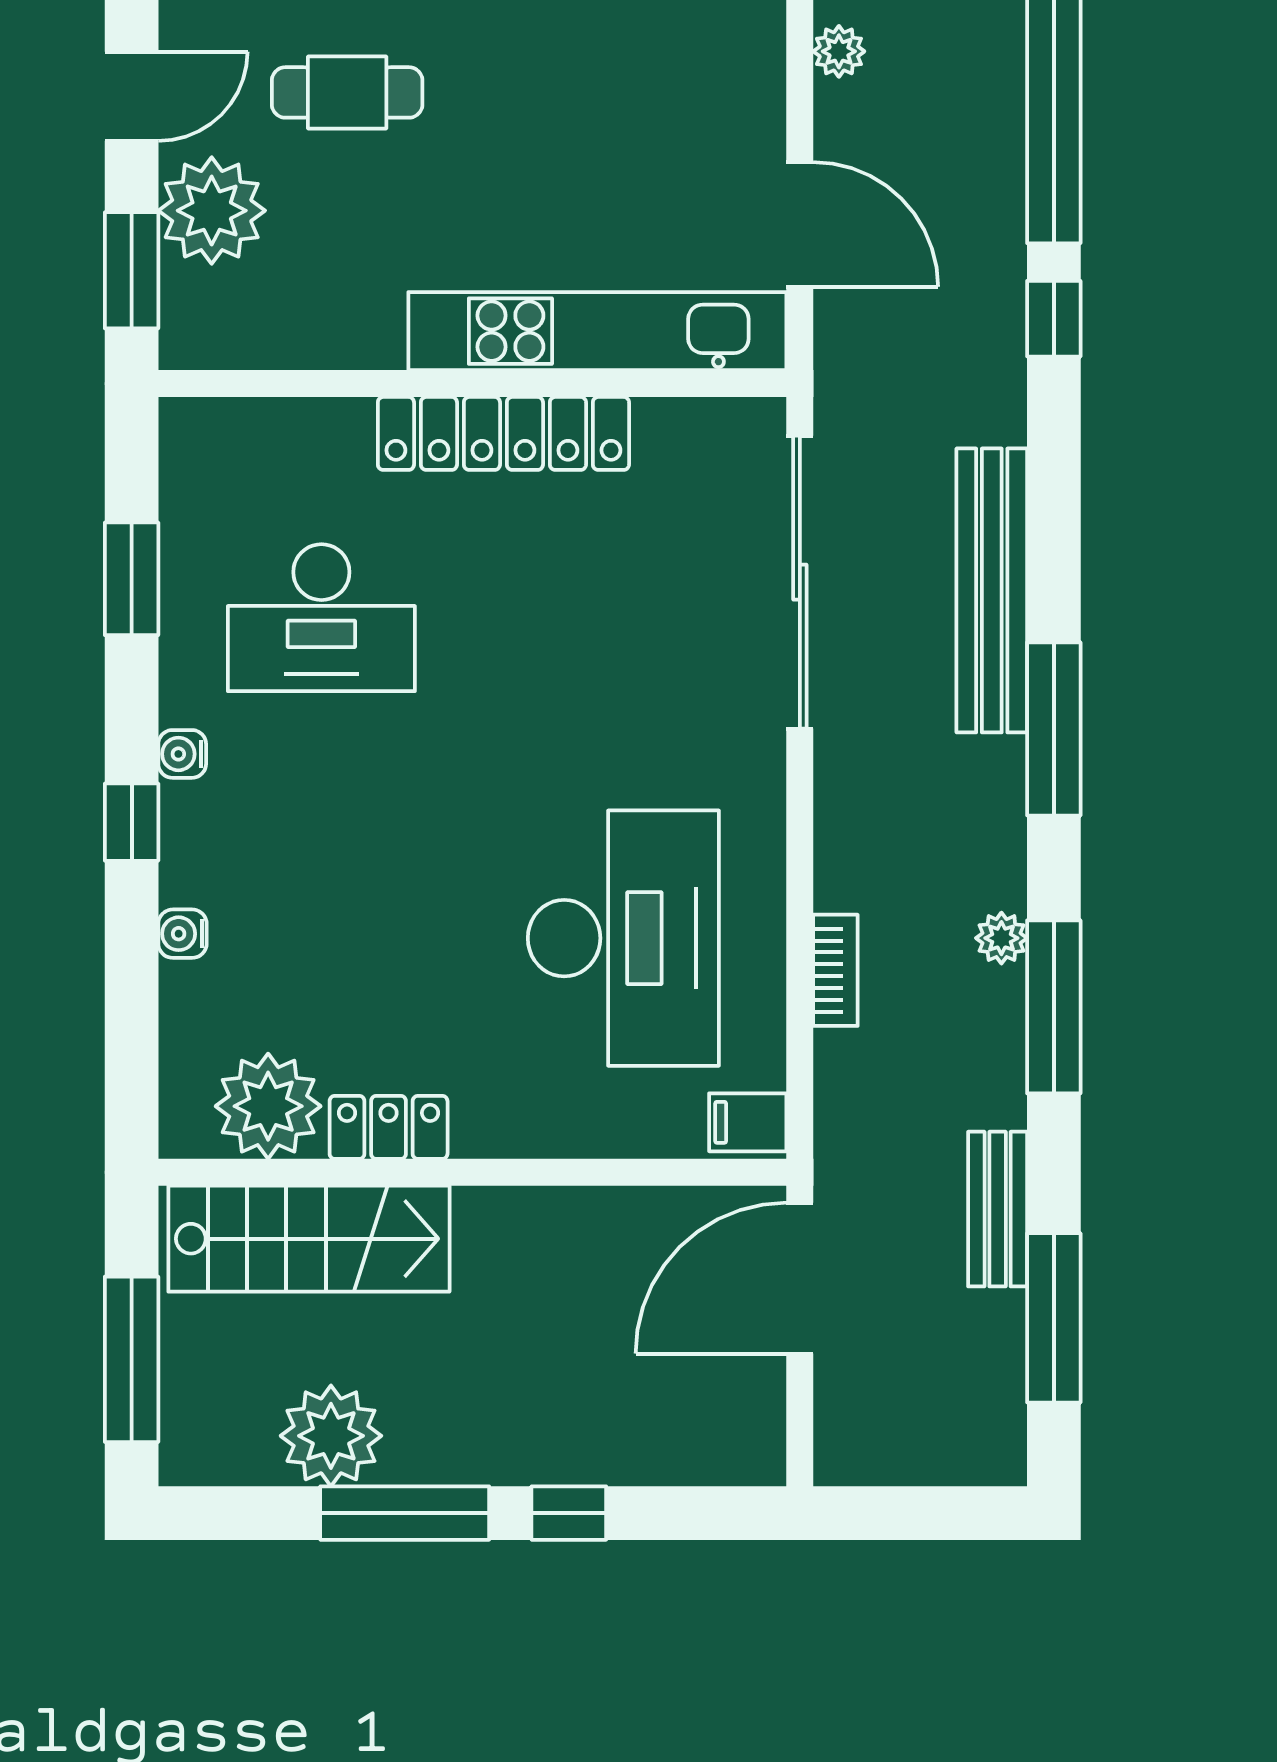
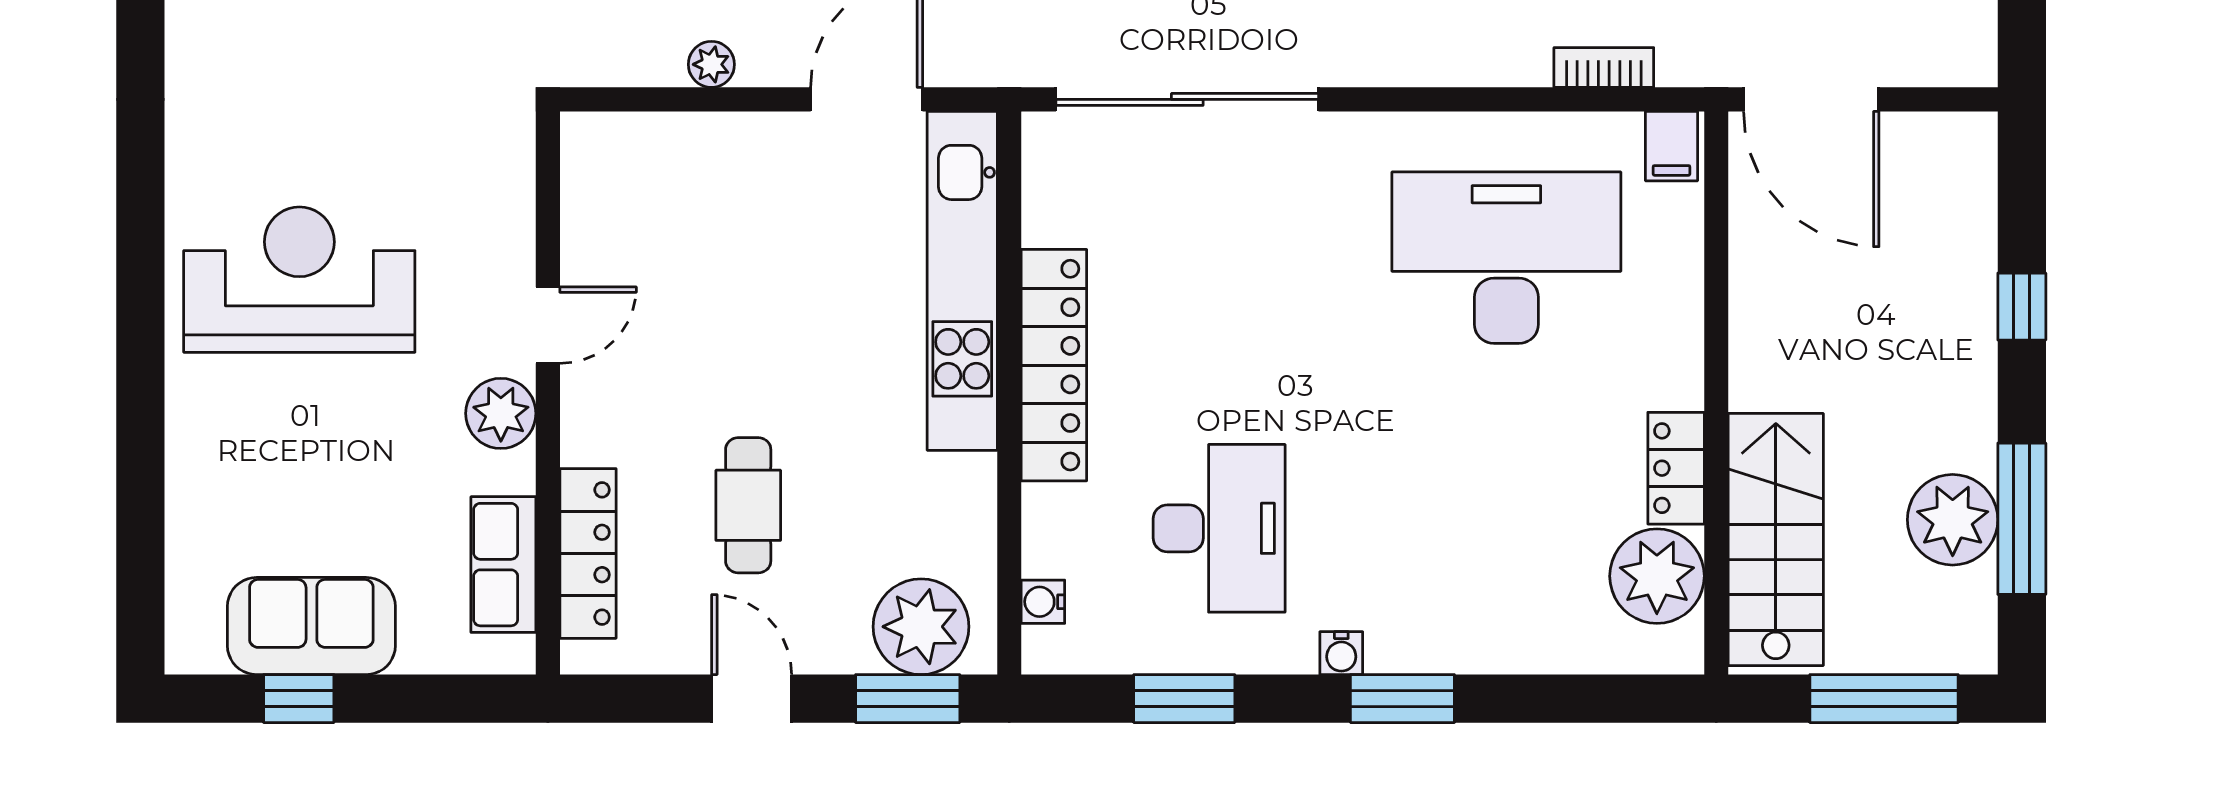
plant: (212, 211) -> (921, 627), moved
window: (132, 822) -> (1402, 699), width x1.50
water cooler: (182, 934) -> (1043, 602), moved, turned 90
bookcase: (835, 970) -> (1604, 67), moved
window: (405, 1513) -> (2022, 519), moved

